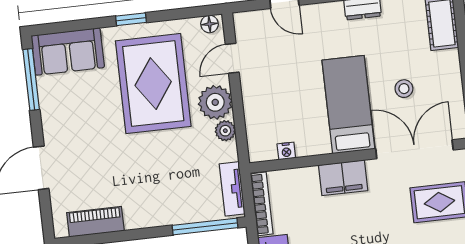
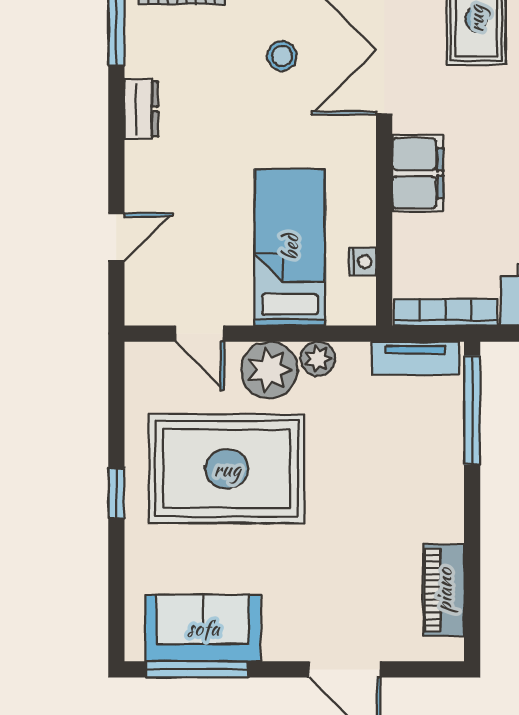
floor lamp: (210, 24) -> (139, 365), removed
sofa: (68, 52) -> (203, 628), moved, turned -90
bed: (348, 105) -> (290, 247), moved, turned 90

